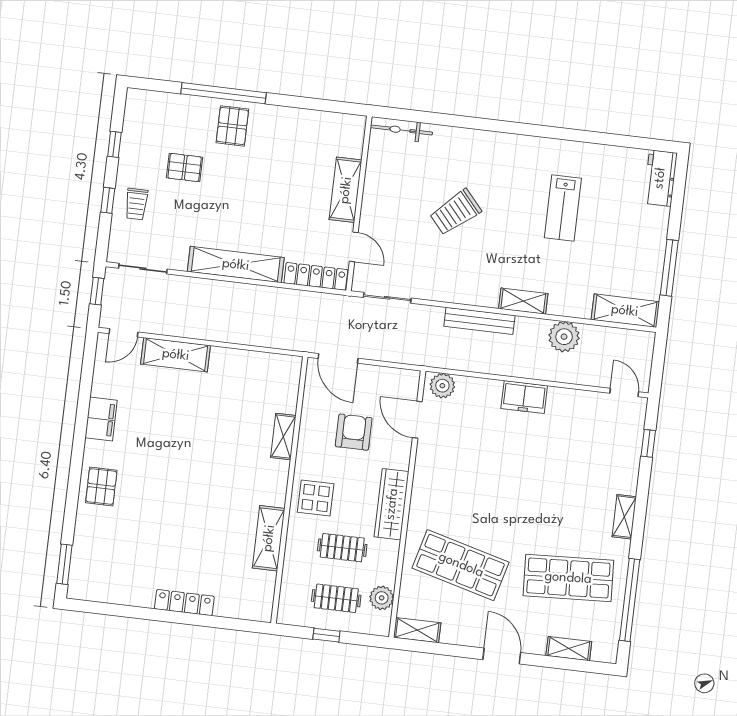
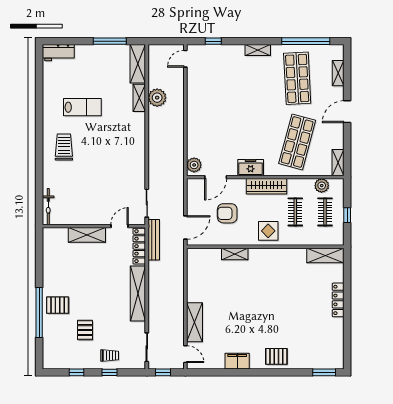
trolley: (455, 212) -> (64, 147), moved, turned -139
shelving: (523, 301) -> (139, 98), moved
bench: (479, 321) -> (154, 240), moved
freezer: (524, 397) -> (251, 168), moved, turned -90
shelving: (269, 538) -> (325, 255), moved

